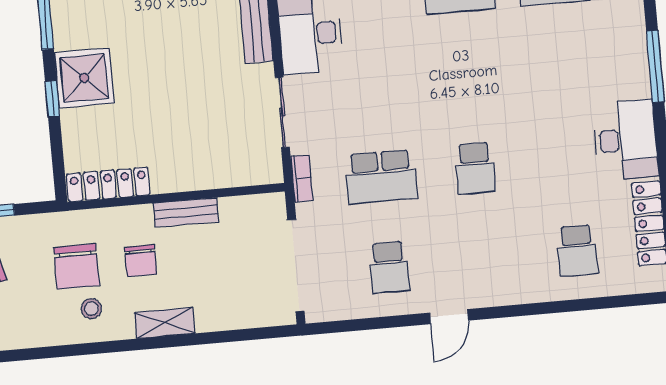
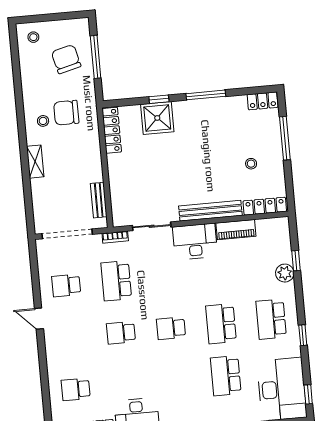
shower: (84, 78) -> (157, 118), moved
school desk: (467, 78) -> (171, 328), added
bench: (186, 212) -> (99, 200), moved
chair: (141, 261) -> (70, 148), removed

